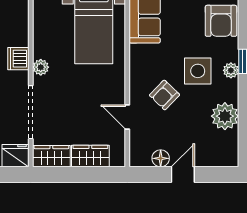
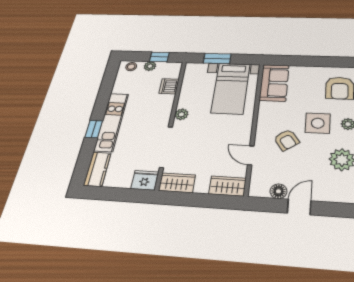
dishwasher: (18, 59) -> (169, 86), moved
armchair: (165, 95) -> (286, 140), turned -79
wardrobe: (90, 156) -> (228, 186), moved

